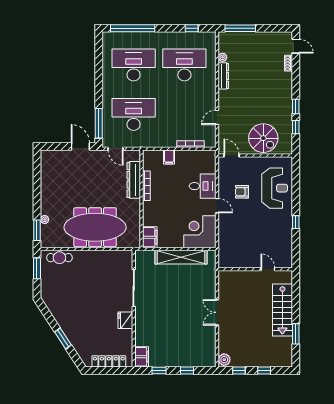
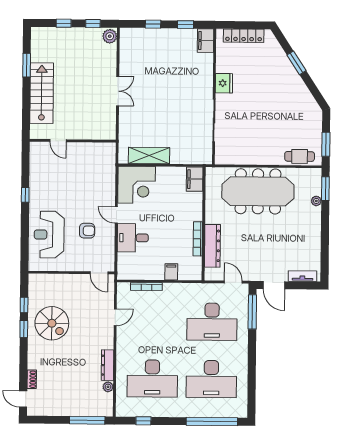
spiral stairs: (263, 138) -> (52, 323), moved, turned 180
tv unit: (56, 155) -> (302, 276), added
shelving: (181, 257) -> (149, 156), width x0.68

